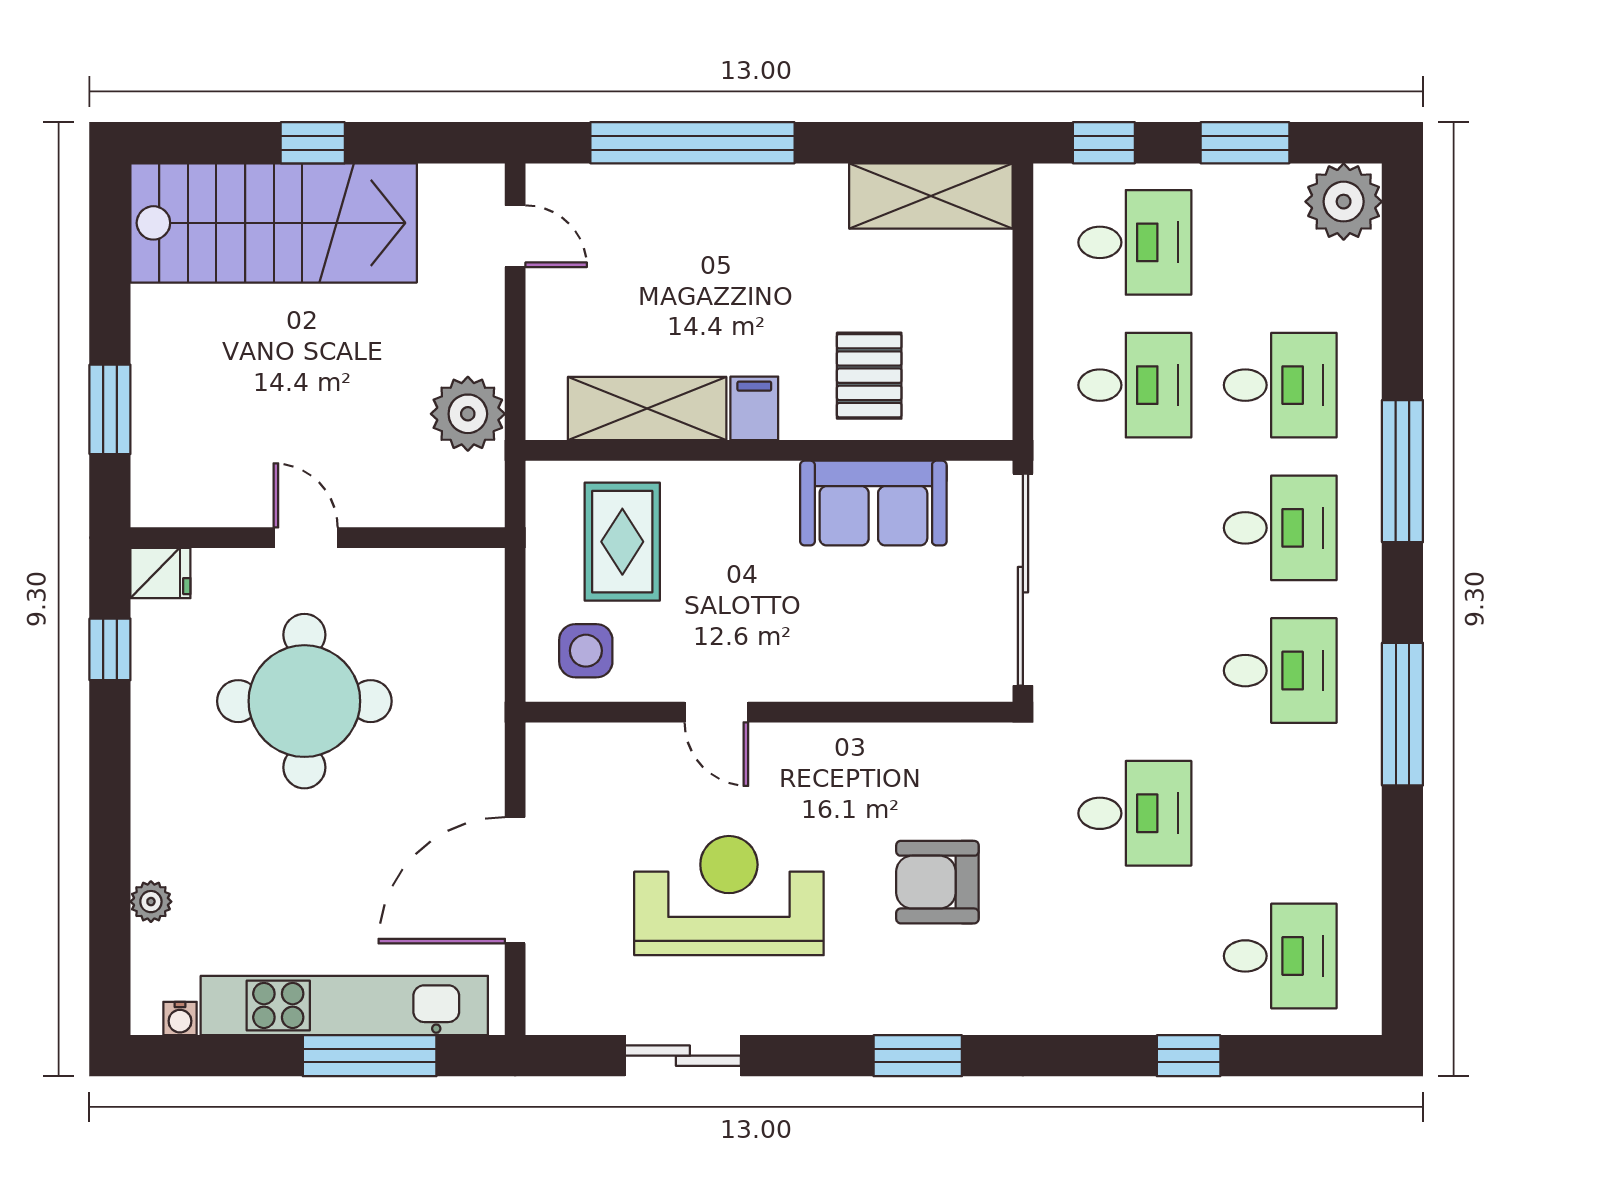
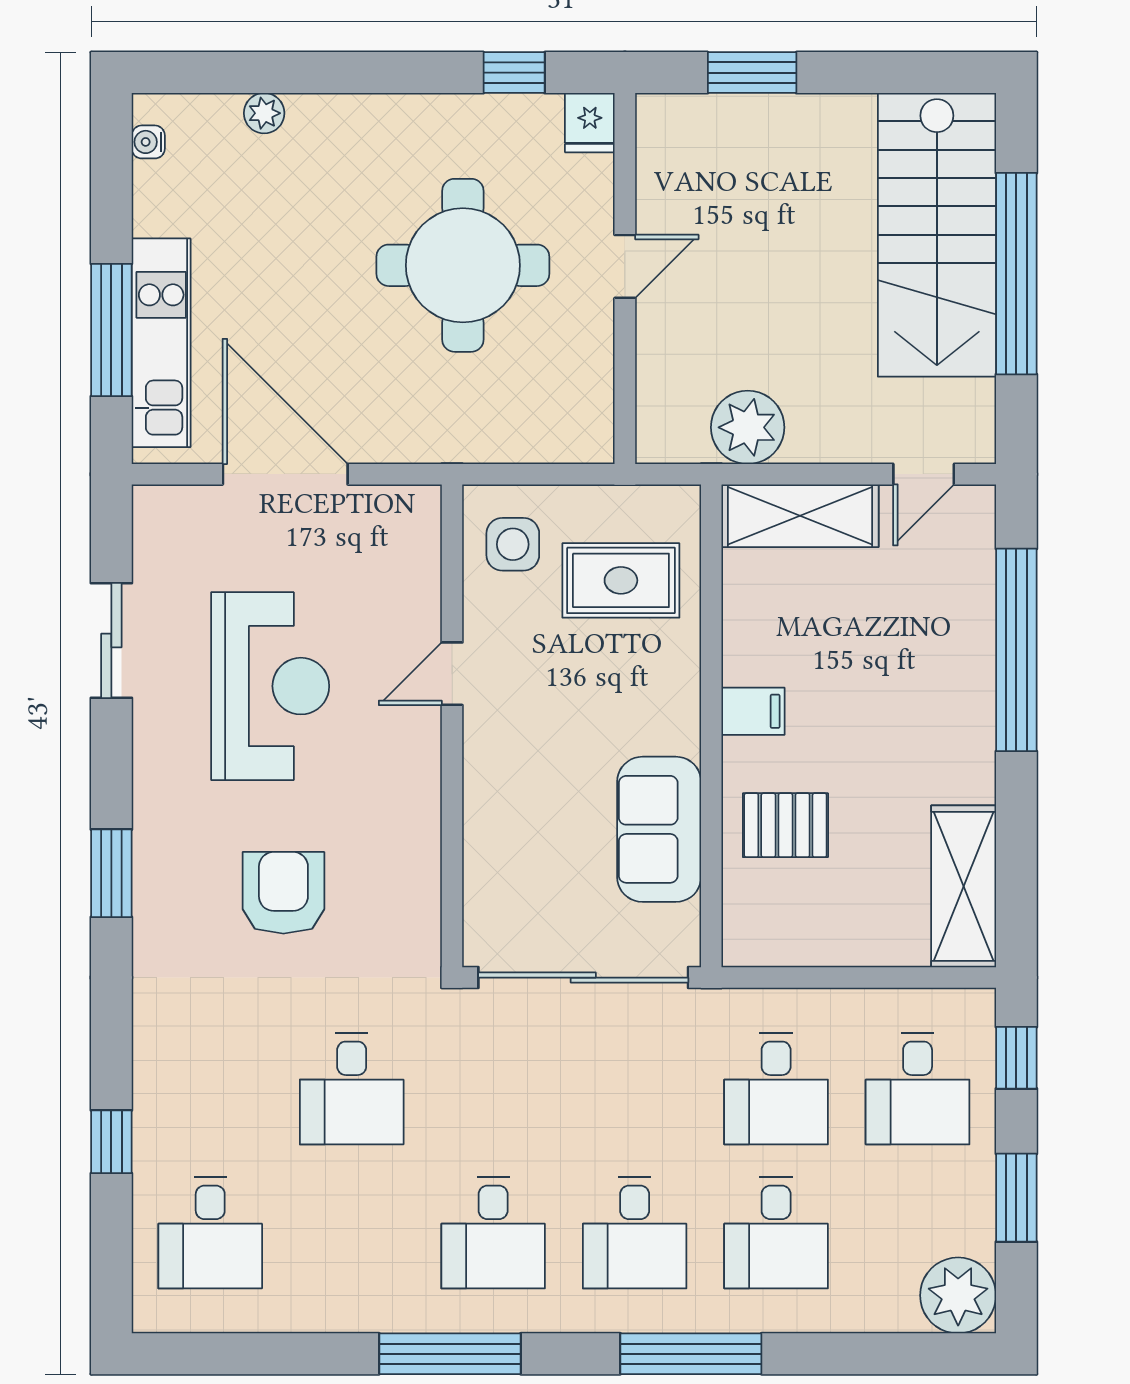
window: (313, 143) -> (1016, 274), width x3.17
shelving: (647, 409) -> (800, 516), moved, turned 90
kitchen unit: (344, 1005) -> (161, 343), width x0.73

